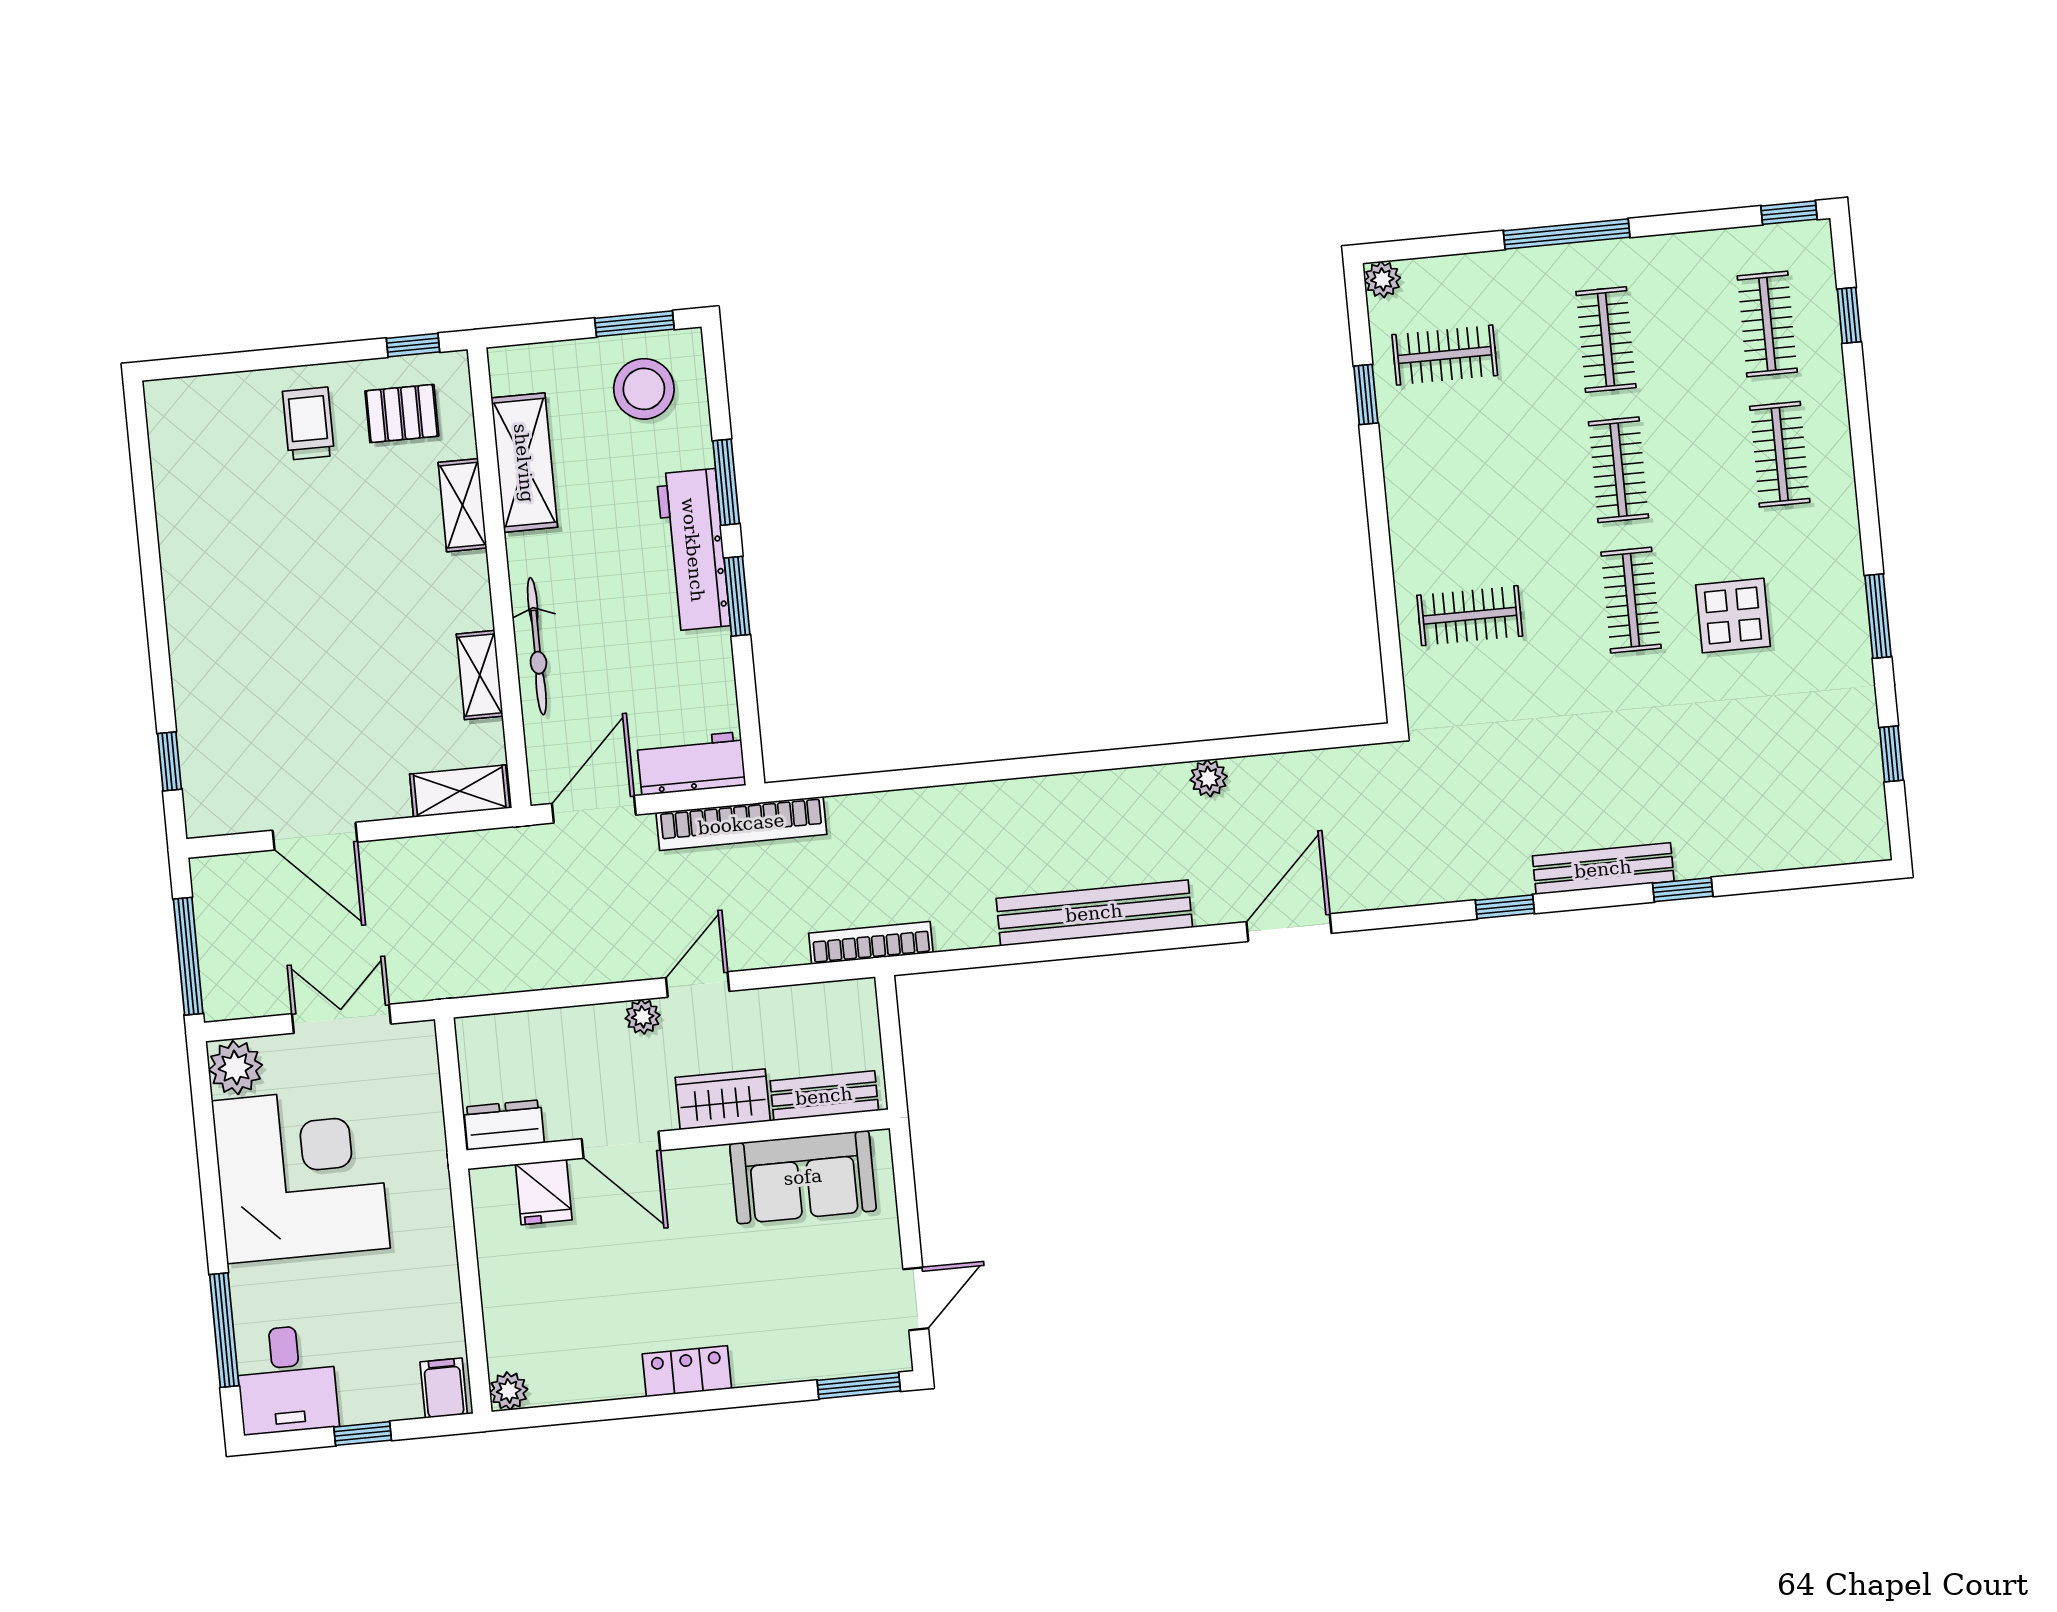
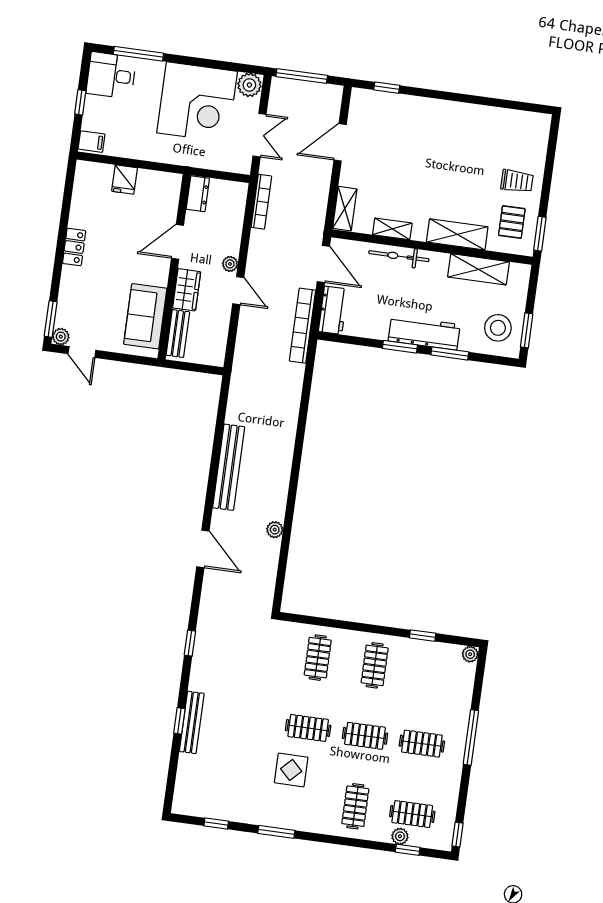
plant: (1823, 340) -> (400, 836), added
window: (413, 345) -> (540, 234), width x1.50
clothes rail: (1445, 355) -> (375, 665), moved
clothes rail: (1780, 454) -> (355, 806), turned 90
shelving: (463, 505) -> (457, 234), width x1.50, depth x1.33
bench: (1603, 869) -> (192, 722), moved
bookcase: (871, 943) -> (261, 202), moved
fridge: (544, 1192) -> (125, 180), moved, turned -90
plant: (509, 1391) -> (61, 337), moved

